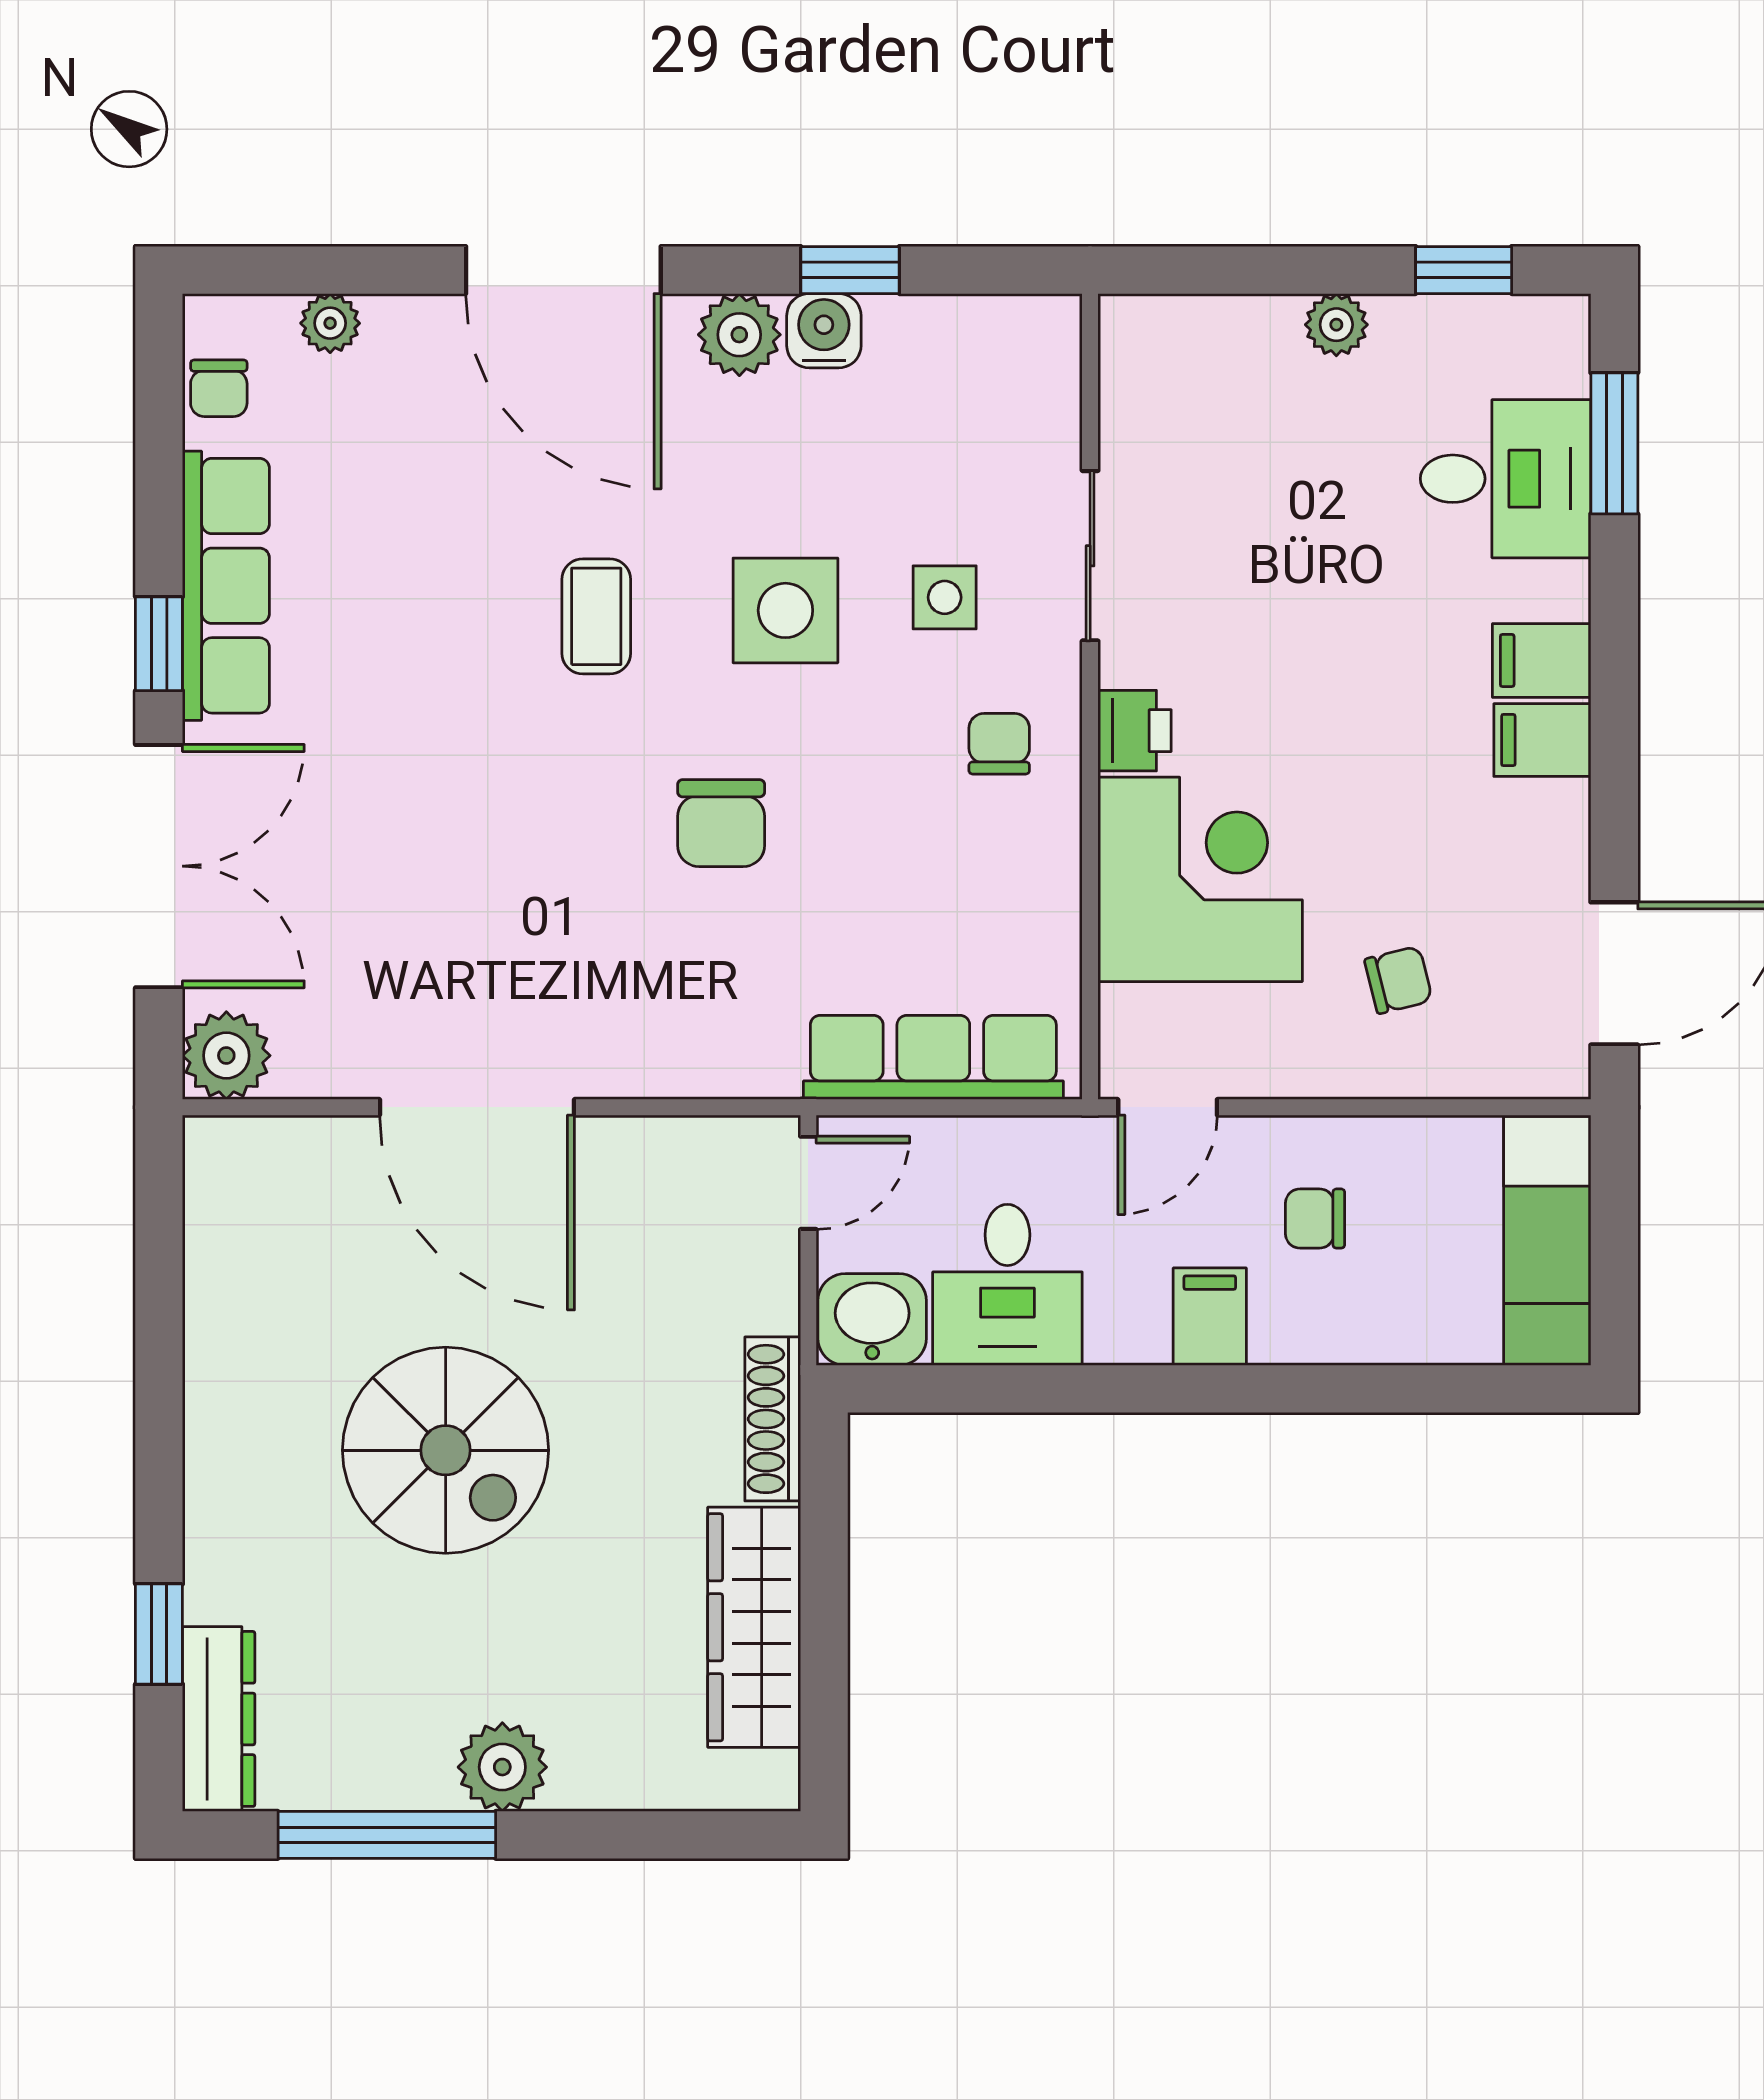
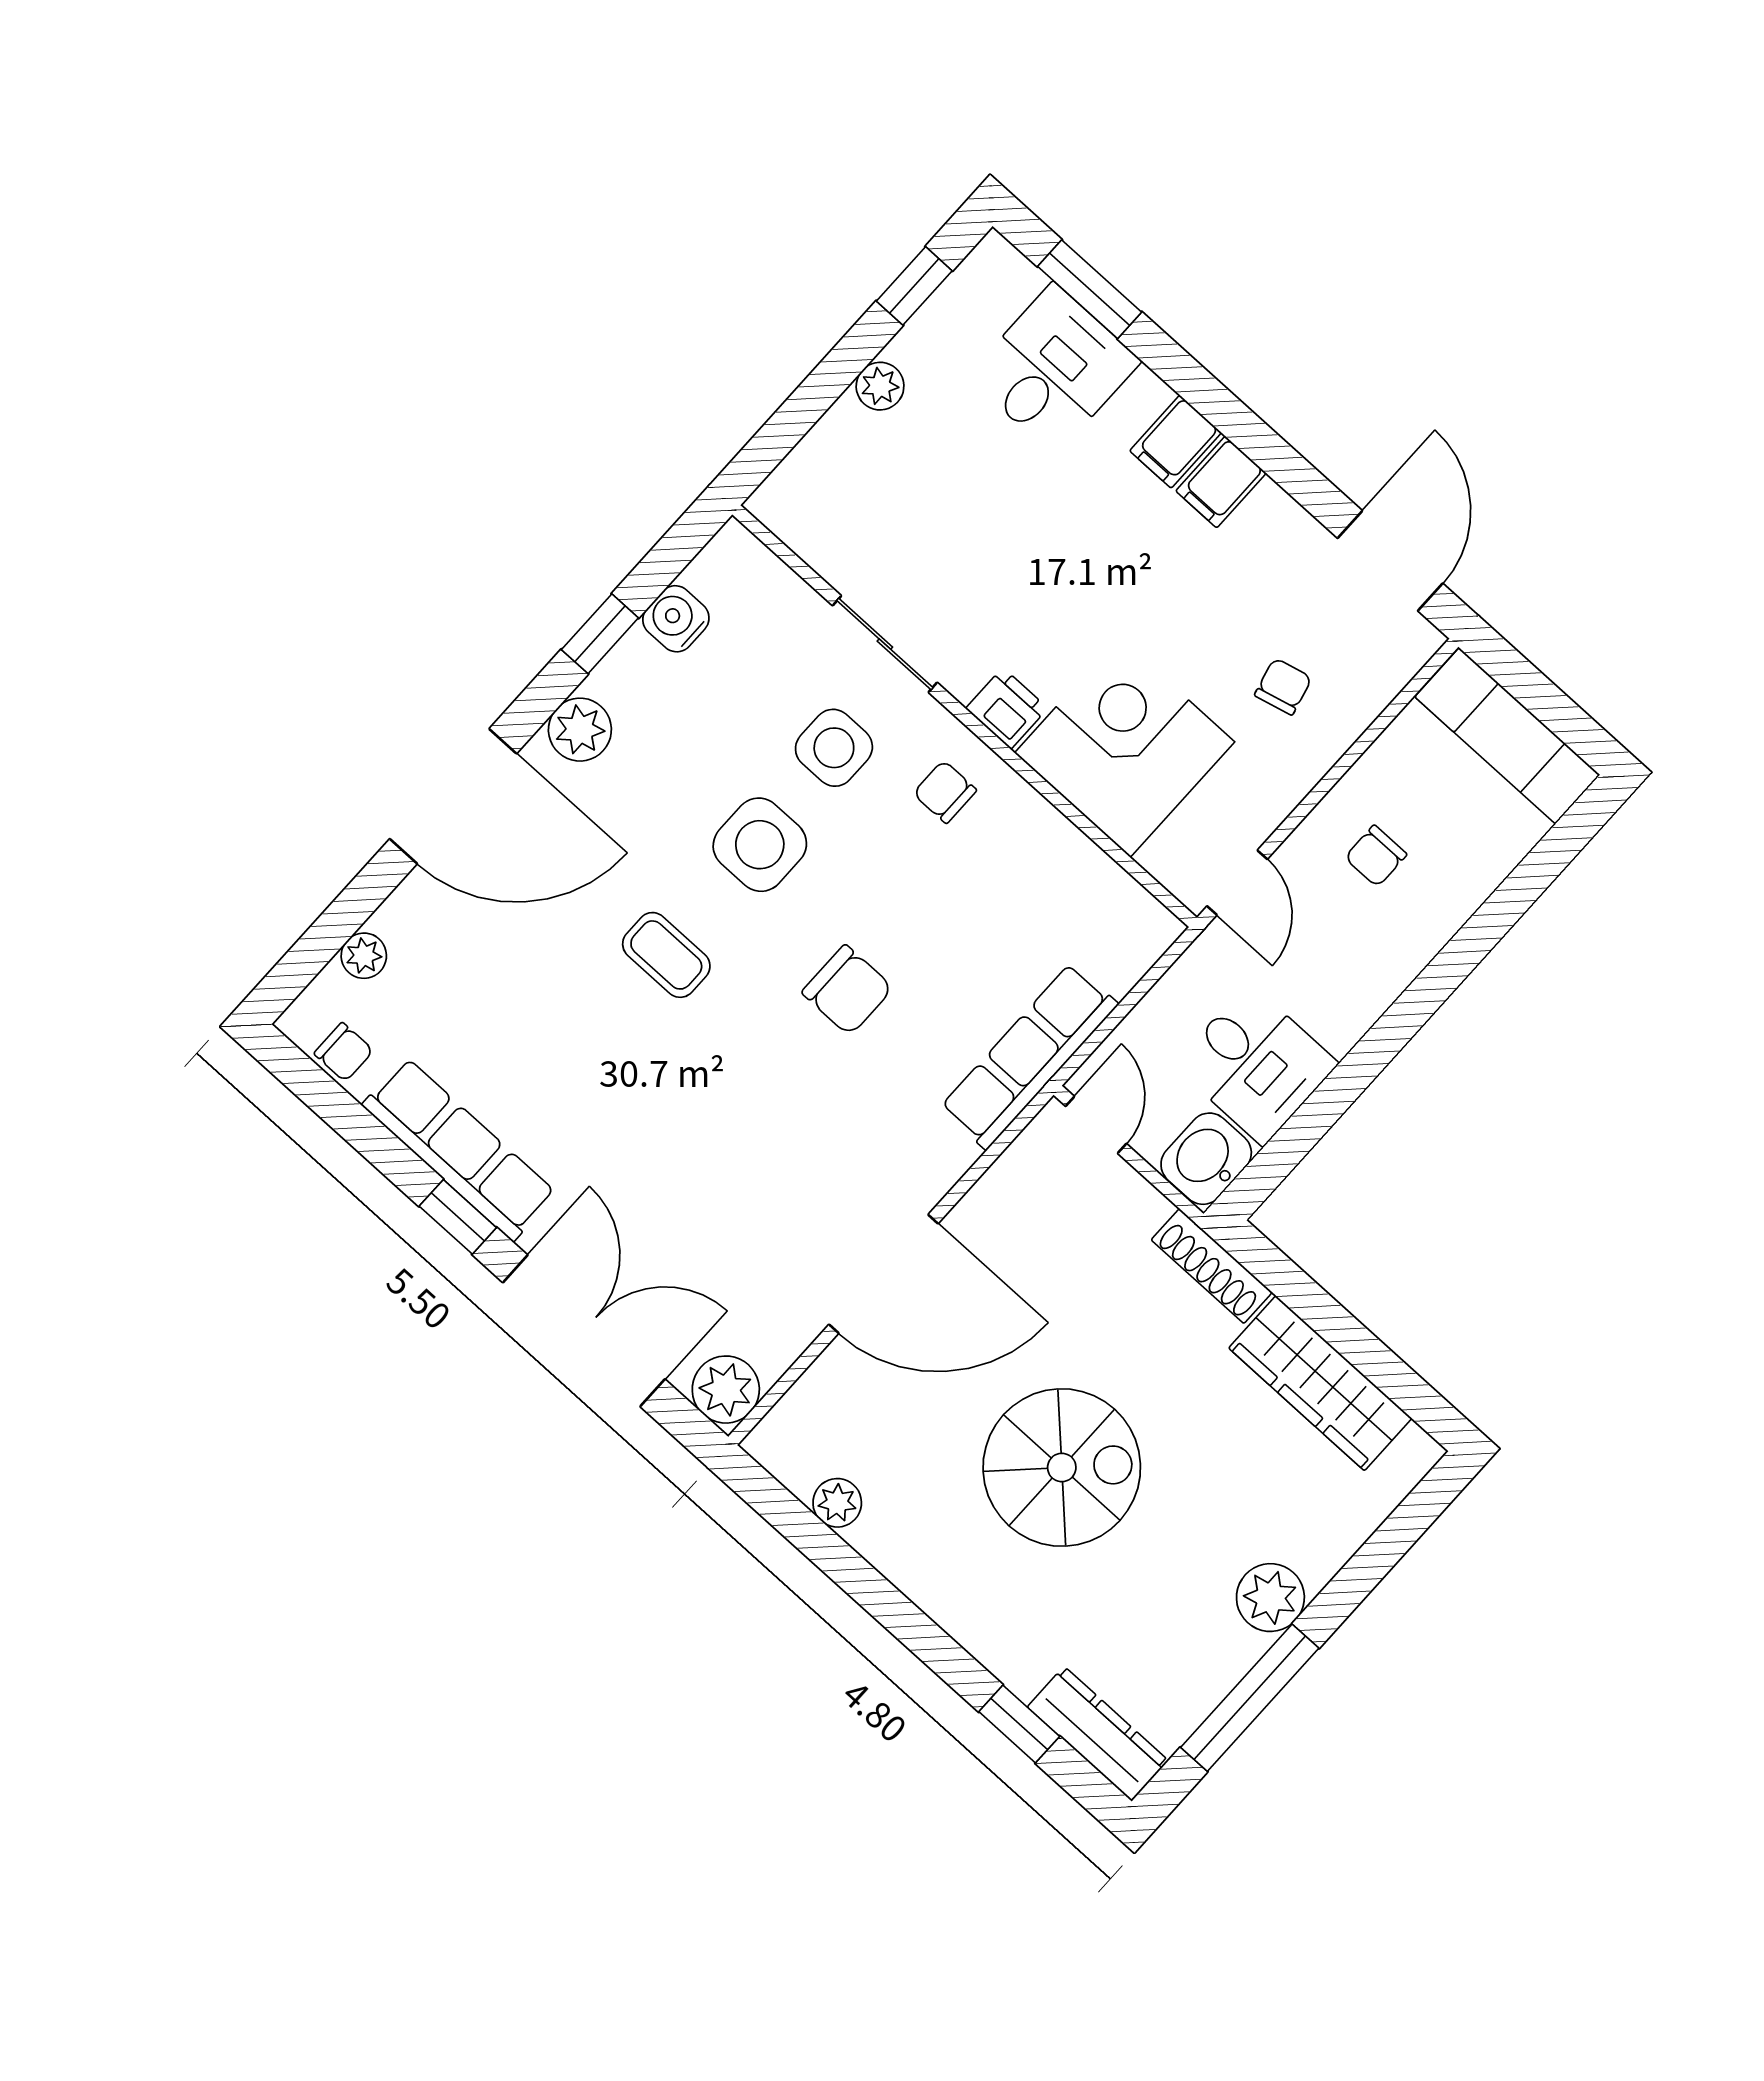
water cooler: (824, 331) -> (676, 619), moved
side table: (945, 597) -> (834, 748), width x1.37, depth x1.37
row of seats: (933, 1057) -> (1029, 1056), moved
plant: (214, 1263) -> (837, 1503), added
filing cabinet: (1210, 1317) -> (1377, 966), removed

